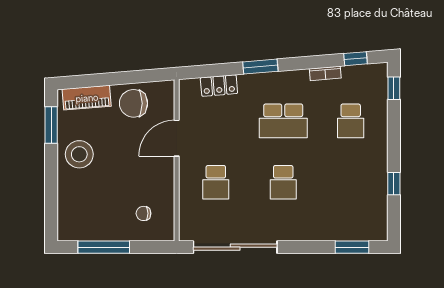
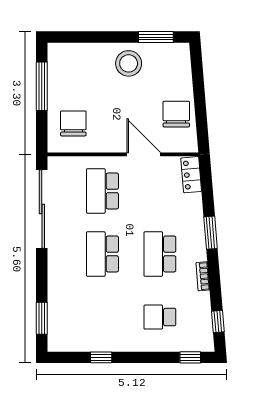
bookcase: (325, 73) -> (203, 276), moved
locker: (219, 86) -> (191, 175), moved
piano: (87, 98) -> (182, 70), removed
school desk: (216, 182) -> (102, 191), width x1.85
school desk: (283, 182) -> (102, 254), width x1.85
chair: (143, 213) -> (73, 123), width x1.87, depth x1.87

